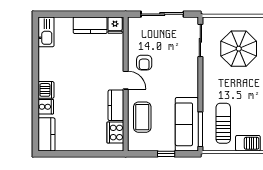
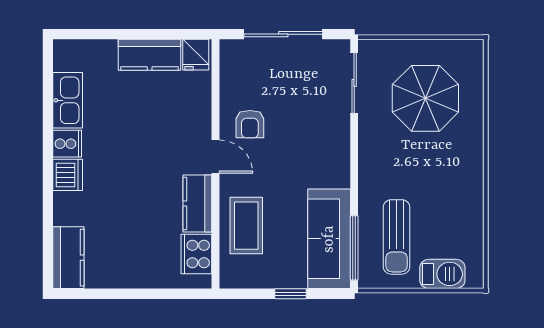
kitchen sink: (46, 32) -> (68, 100), moved
cooker: (46, 107) -> (67, 144), moved
sun lounger: (223, 123) -> (397, 237), turned 180

